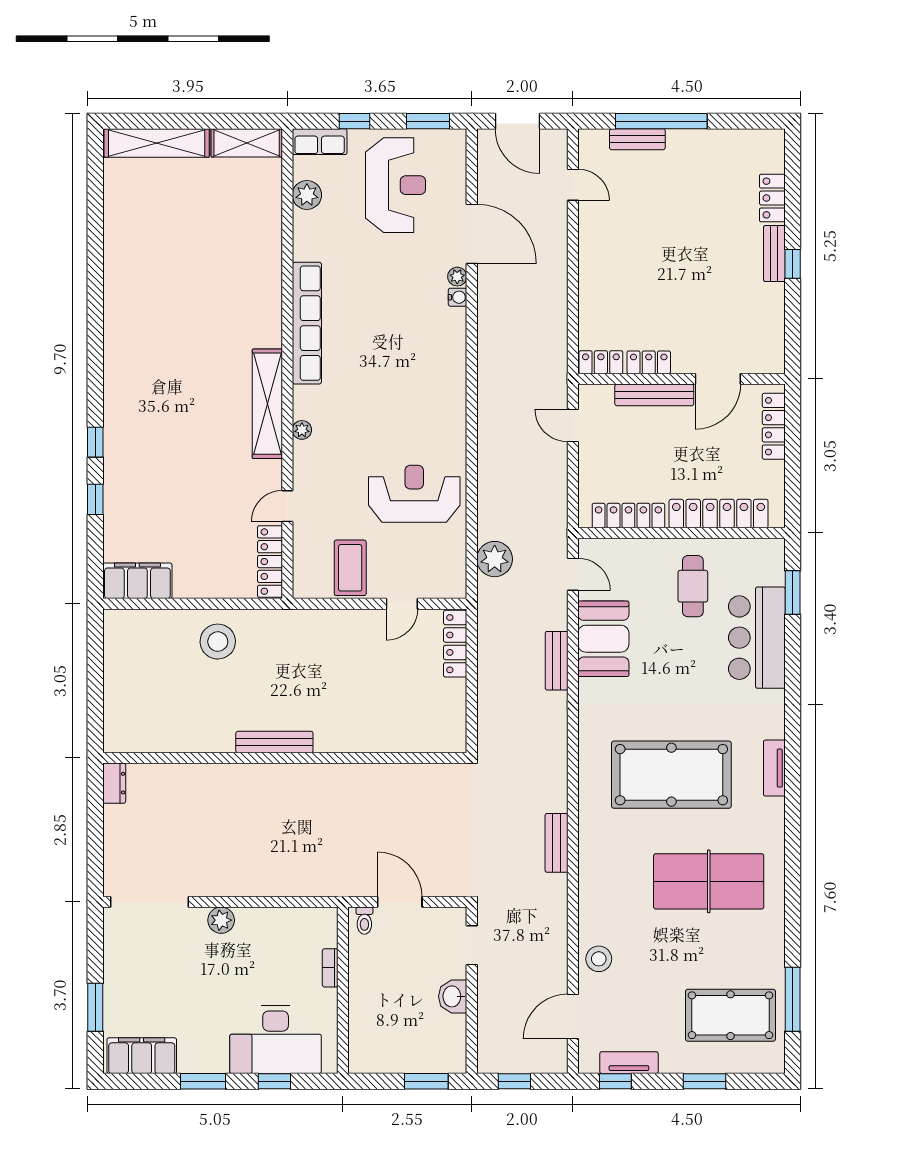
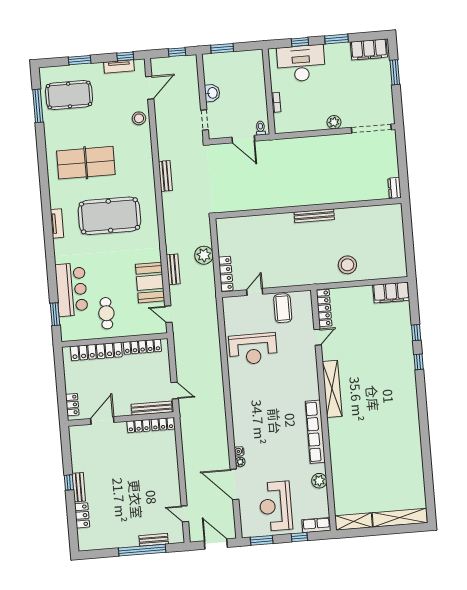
plant: (307, 195) -> (319, 481), moved
bench: (654, 395) -> (152, 408), moved
locker: (774, 426) -> (72, 405), width x0.66
plant: (302, 430) -> (313, 377), removed
plant: (495, 559) -> (204, 255), moved

